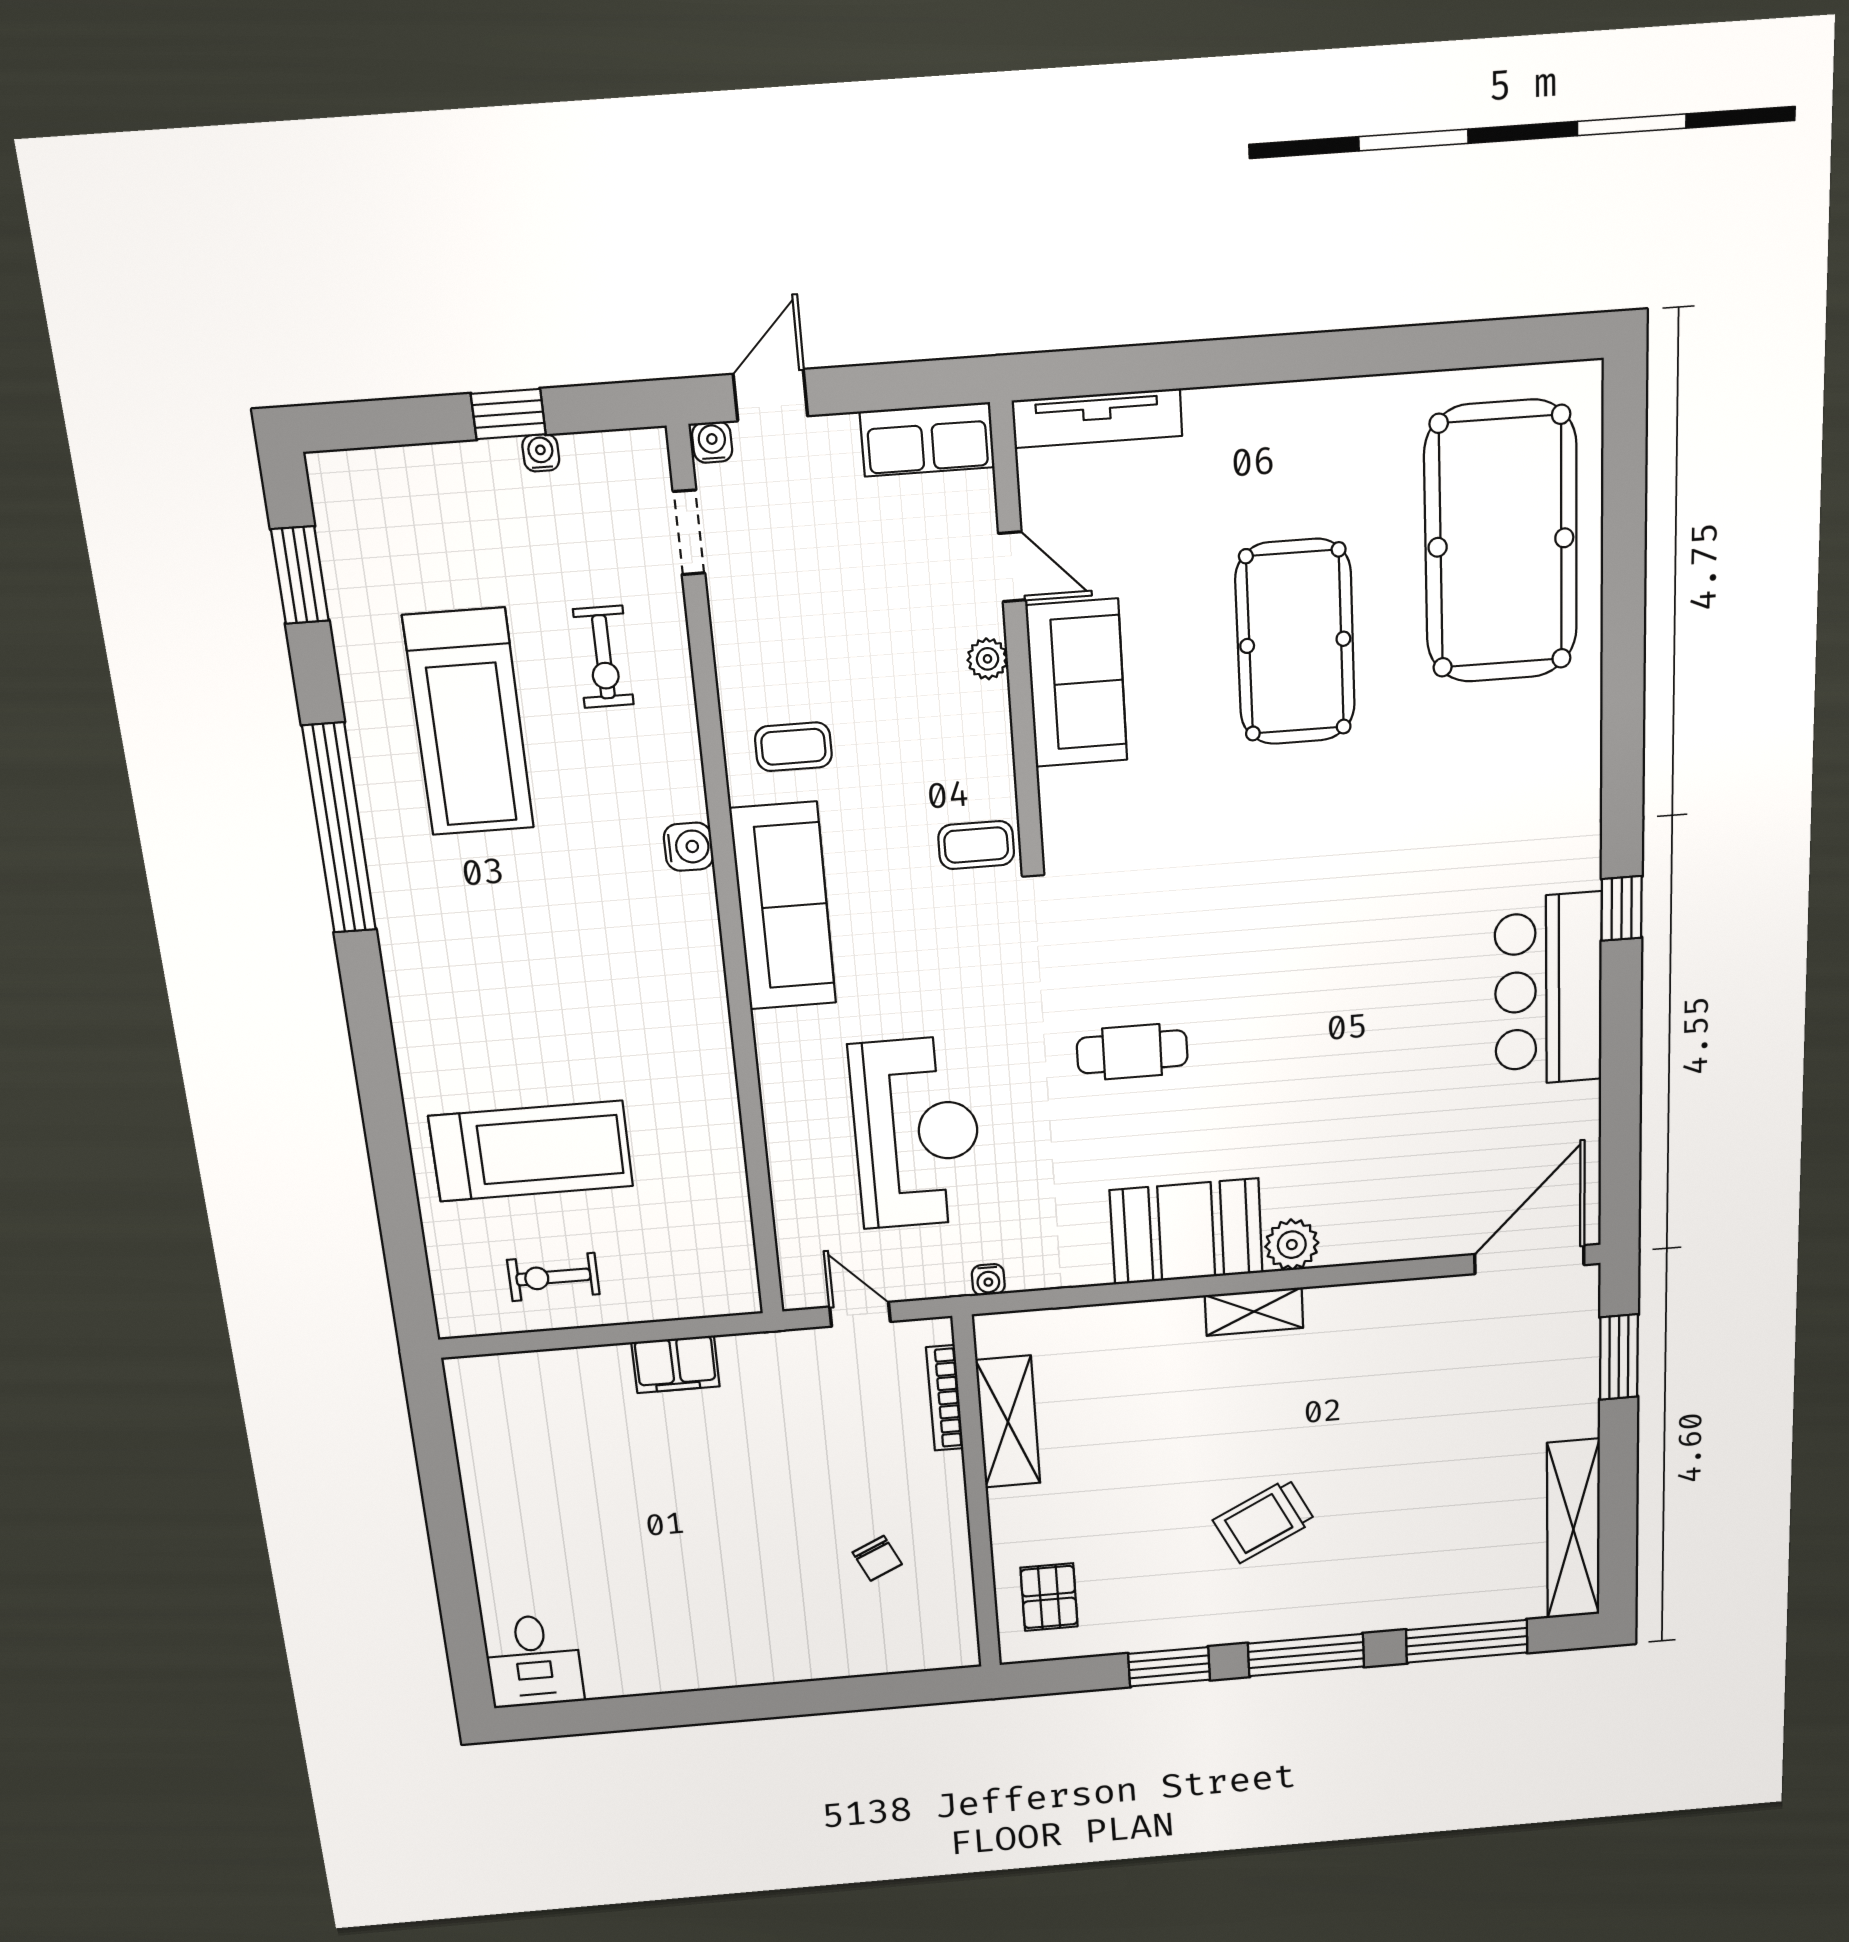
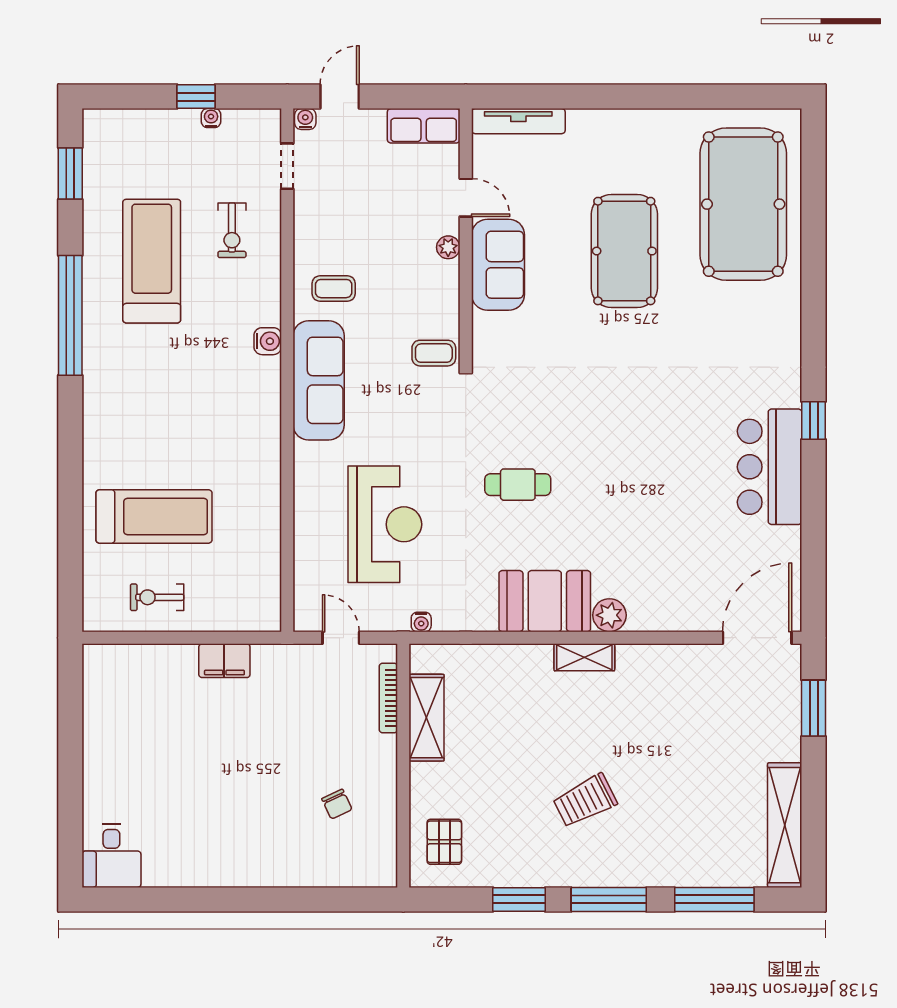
treadmill: (469, 722) -> (152, 261), turned 180

